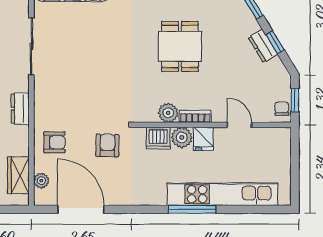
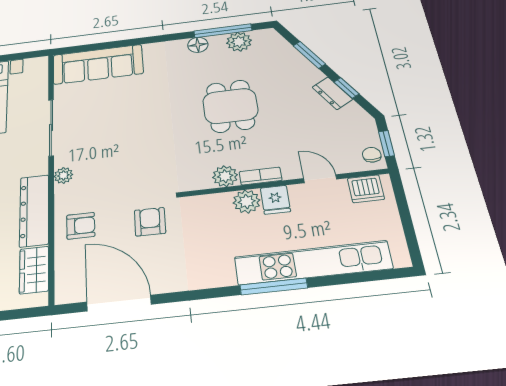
dresser: (20, 109) -> (34, 210), width x1.96, depth x1.24
dishwasher: (158, 138) -> (366, 189), moved
plant: (41, 181) -> (63, 175), moved

